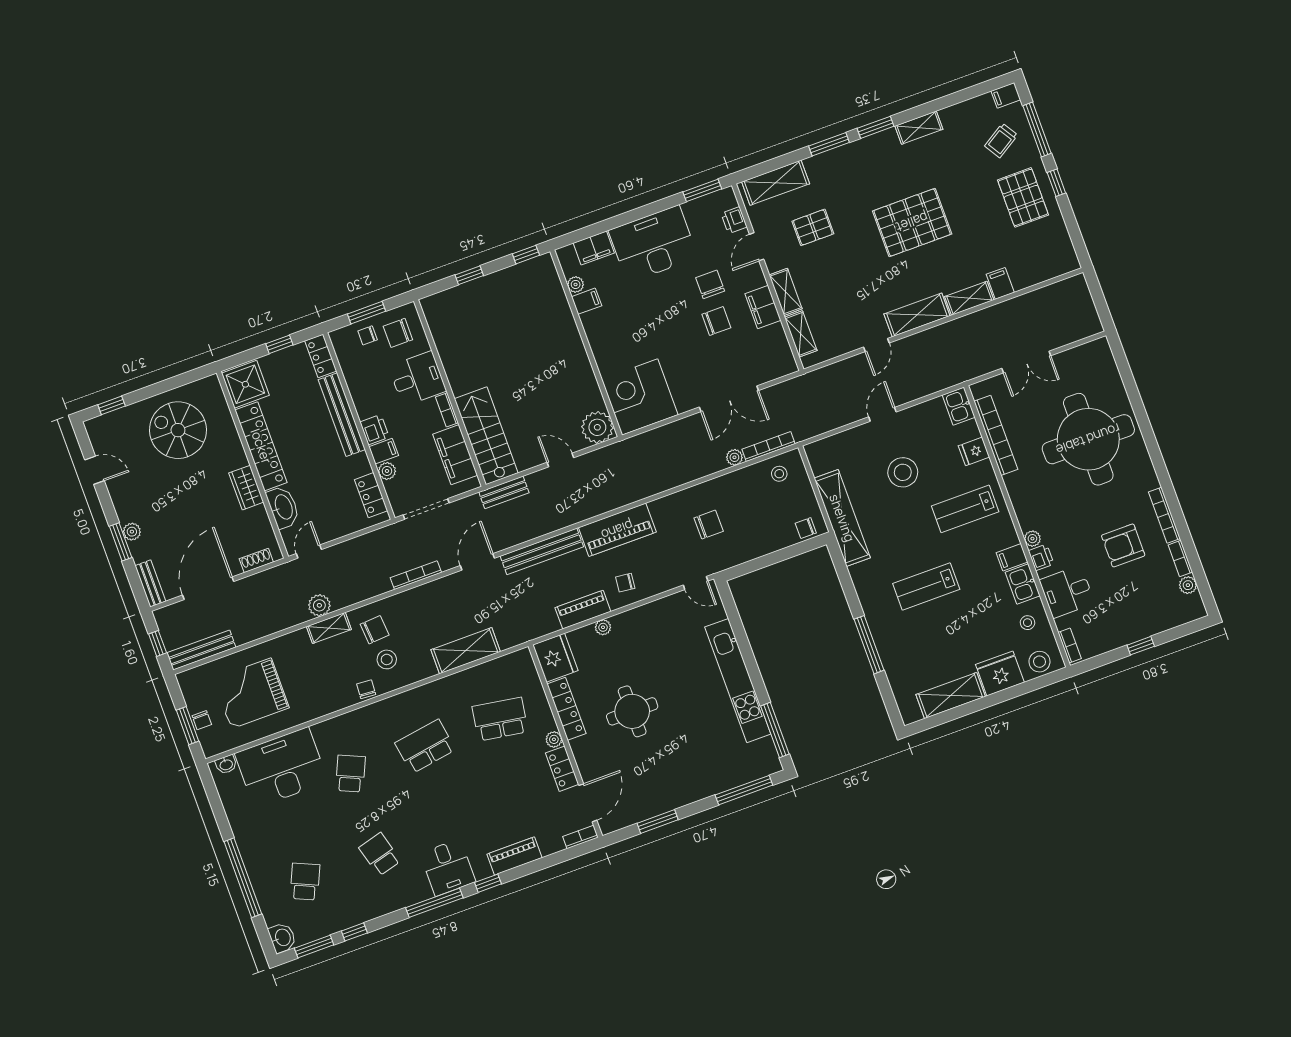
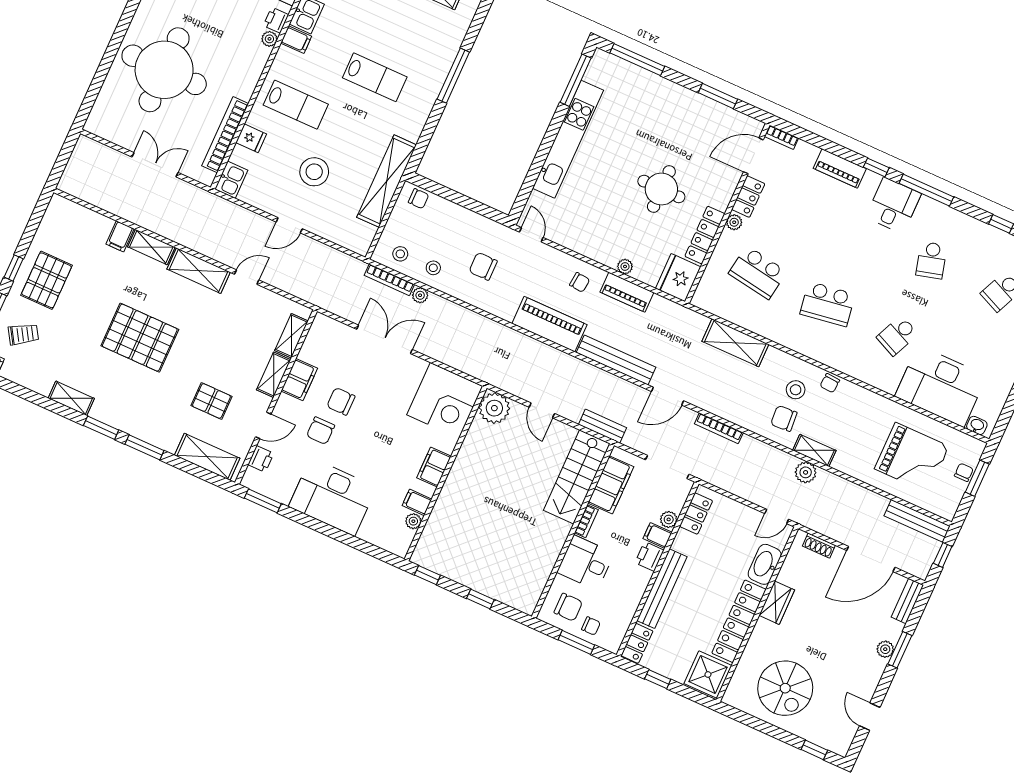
filing cabinet: (594, 248) -> (434, 467), moved, turned -90
stool: (745, 487) -> (433, 268), added

